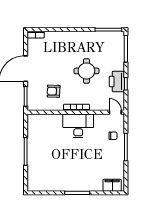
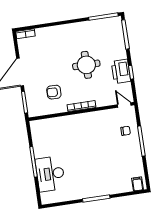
desk: (78, 126) -> (50, 174), moved, turned -90
filing cabinet: (112, 185) -> (138, 184), width x0.50

